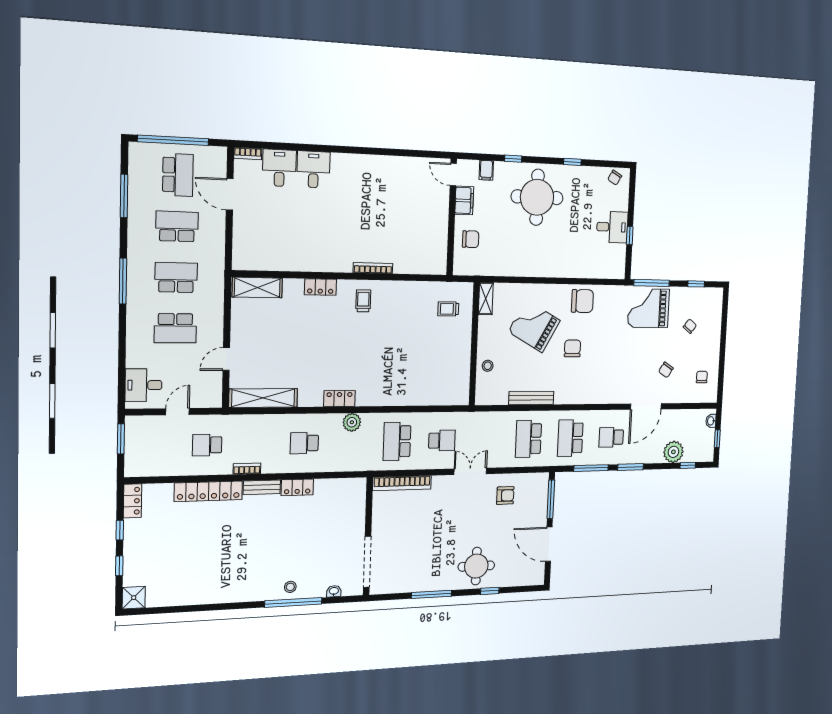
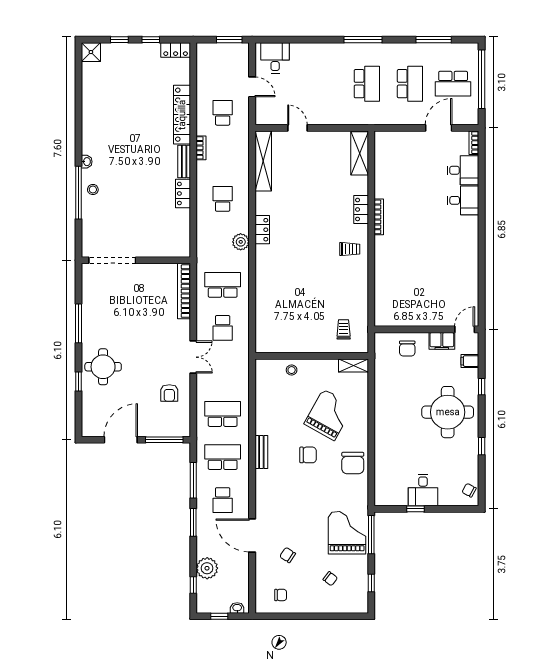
bookcase: (373, 268) -> (379, 217), moved
school desk: (175, 328) -> (324, 84), removed
bench: (531, 398) -> (261, 452), moved, width x0.73
school desk: (611, 437) -> (223, 500), turned 180
washbasin: (334, 591) -> (87, 162), moved

